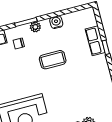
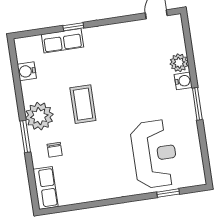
water cooler: (56, 22) -> (27, 71), moved
plant: (35, 27) -> (39, 116), width x1.87, depth x1.87

